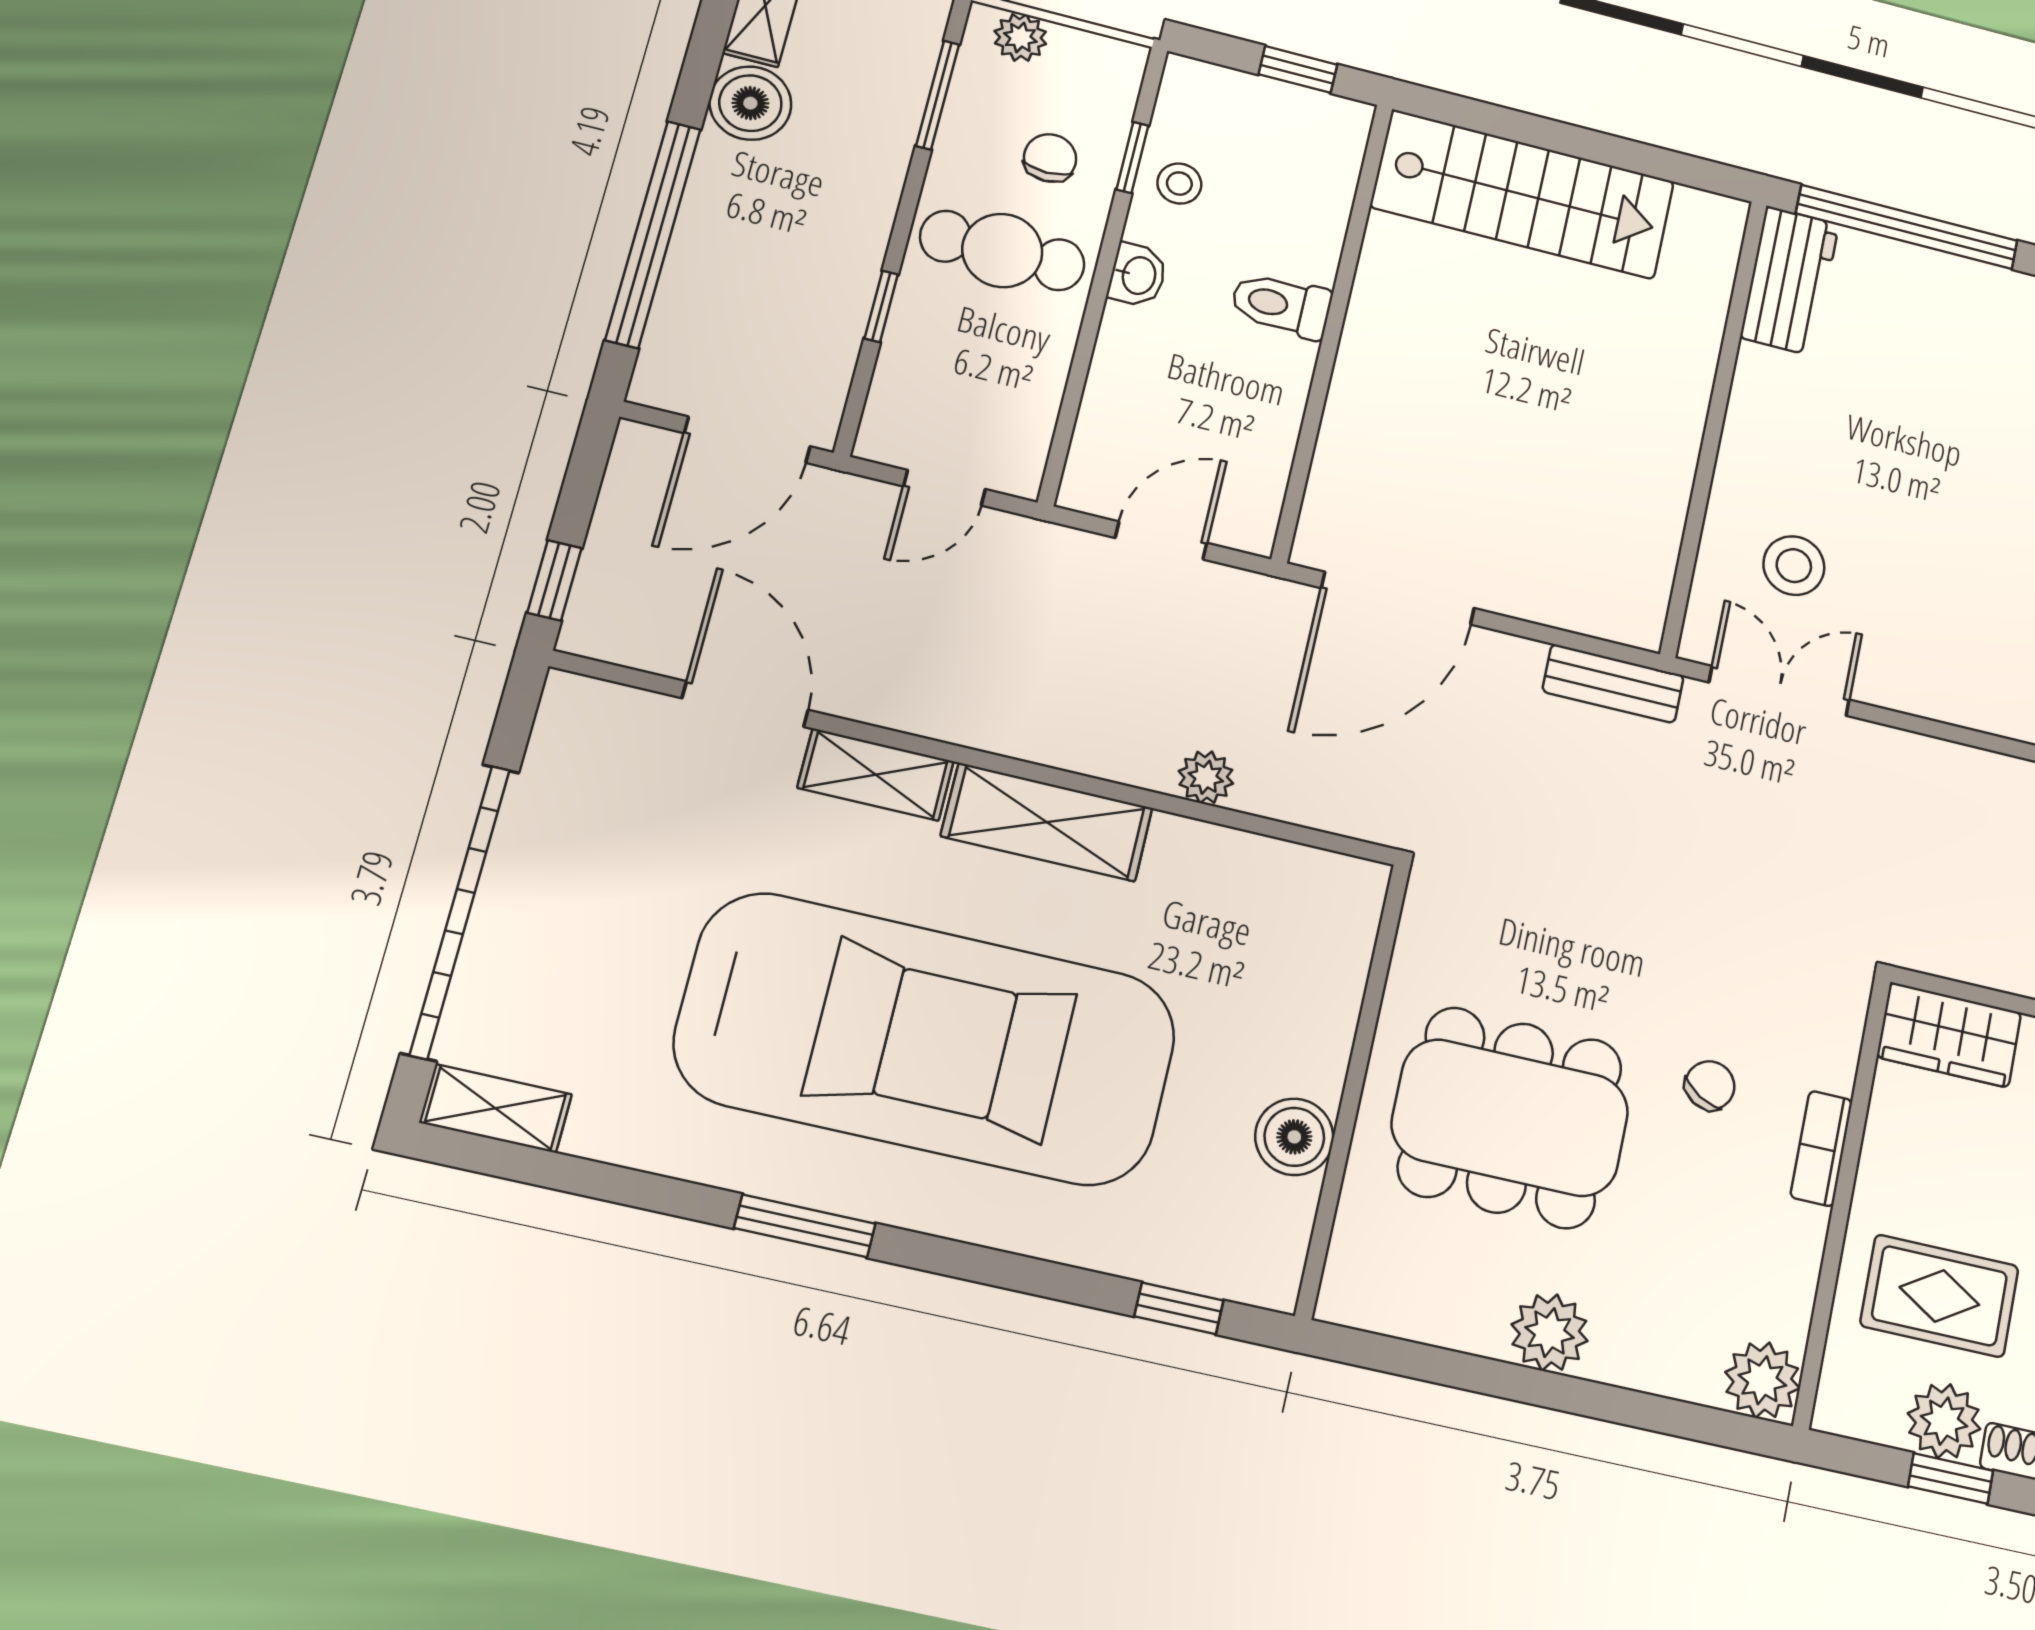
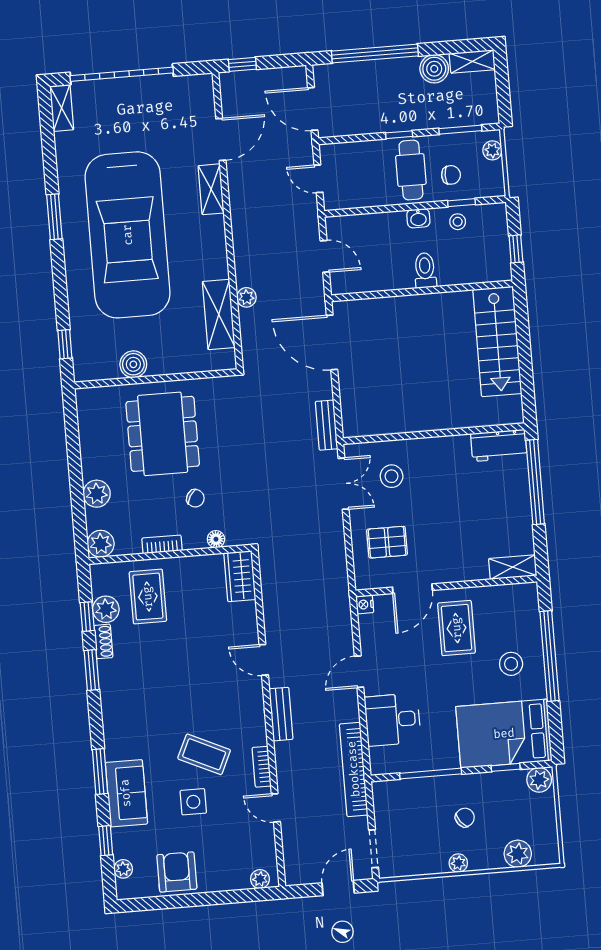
window: (881, 306) -> (399, 135), moved
pallet: (1961, 633) -> (387, 542), added
shelving: (1047, 822) -> (219, 314), moved
floor lamp: (1834, 1066) -> (216, 539), added
bookcase: (1821, 1149) -> (162, 544), moved
plant: (1549, 1333) -> (97, 494), moved

